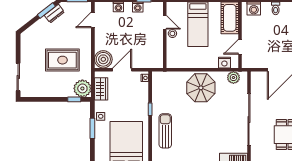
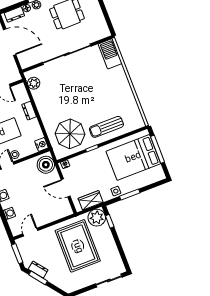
door: (93, 20) -> (30, 232), swing flipped
boiler: (103, 59) -> (46, 165), moved
rug: (62, 60) -> (78, 246), width x1.37, depth x1.44
dresser: (209, 63) -> (29, 111), added
nightstand: (224, 63) -> (42, 144), moved
parasol: (201, 88) -> (70, 134), moved

